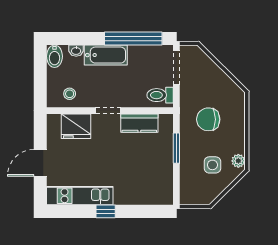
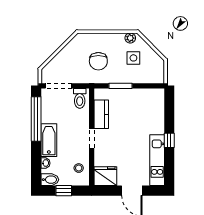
window: (40, 75) -> (64, 191), added
fridge: (76, 126) -> (105, 176), moved, turned -90

